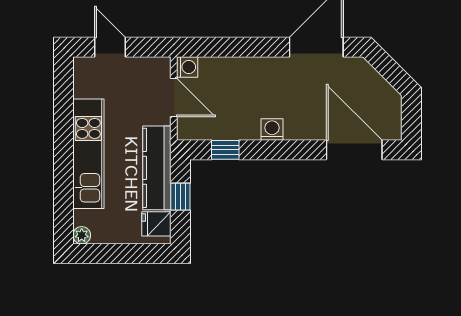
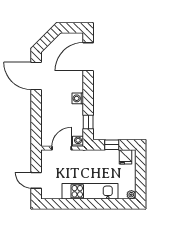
door: (110, 47) -> (36, 180), hinge flipped
washing machine: (187, 67) -> (78, 141), moved
kitchen counter: (157, 168) -> (97, 157), removed

